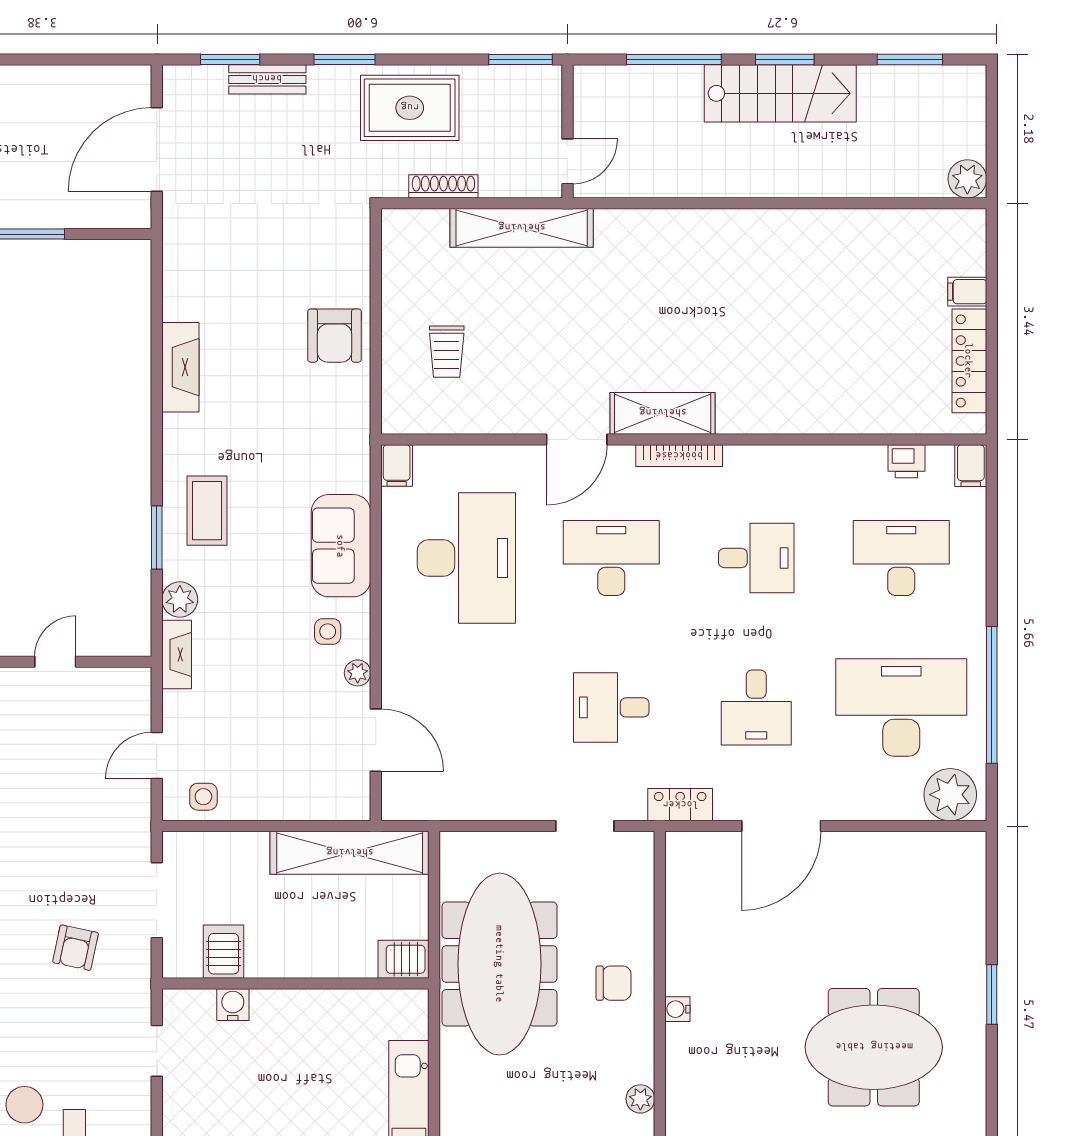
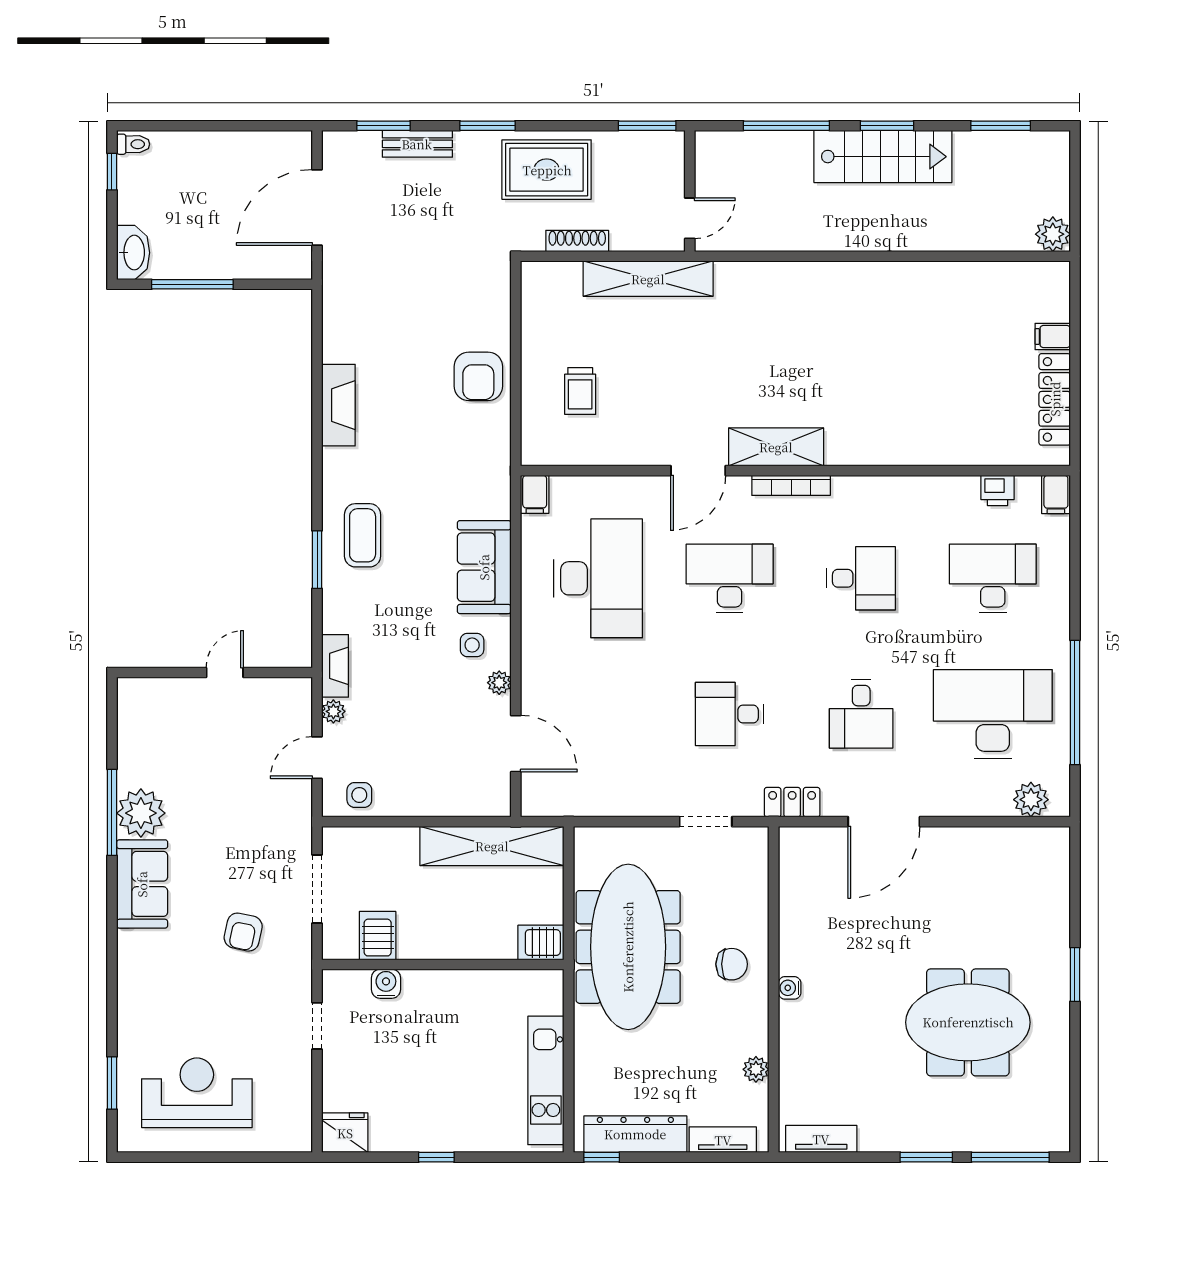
plant: (180, 599) -> (333, 711), moved, width x0.73, depth x0.73
plant: (950, 795) -> (1031, 800), width x0.73, depth x0.73

